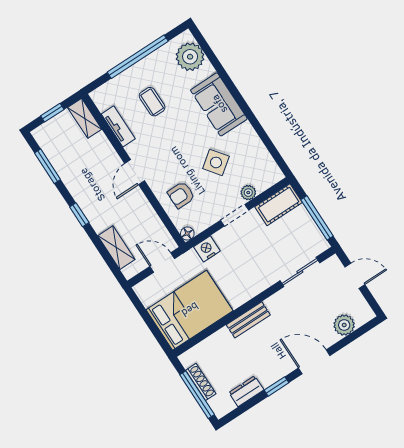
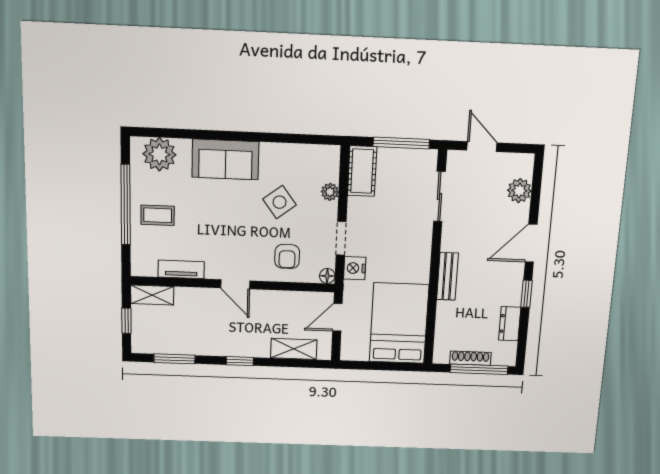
coffee table: (152, 102) -> (158, 215), moved
doorway: (234, 215) -> (341, 238), moved
door: (355, 276) -> (482, 147), hinge flipped

